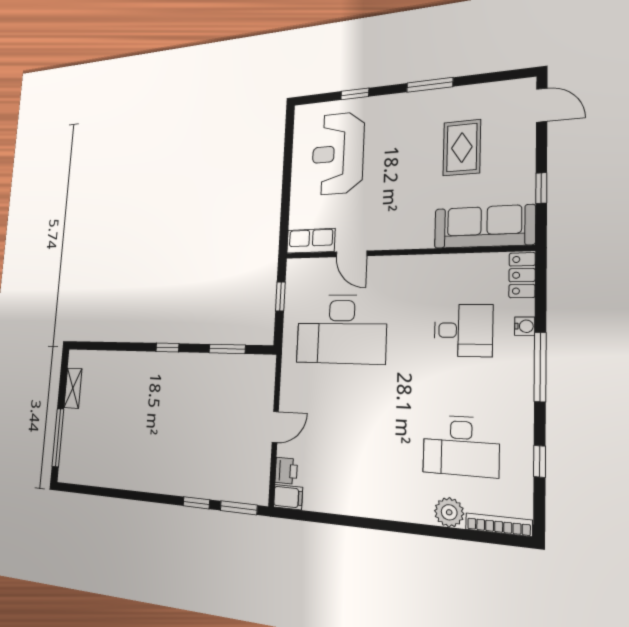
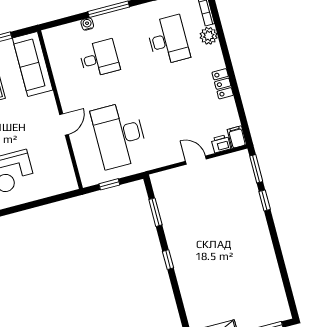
row of seats: (311, 241) -> (67, 174), removed
door: (352, 254) -> (64, 124), moved
locker: (522, 275) -> (223, 84), moved, turned 90
desk: (341, 329) -> (120, 135), turned 180
desk: (463, 330) -> (99, 58), turned 90

